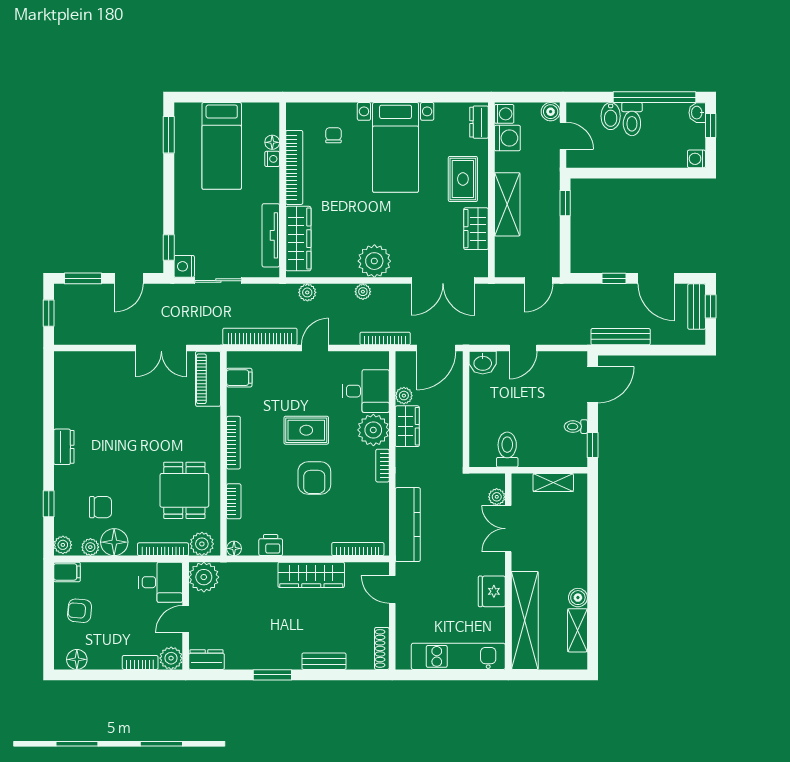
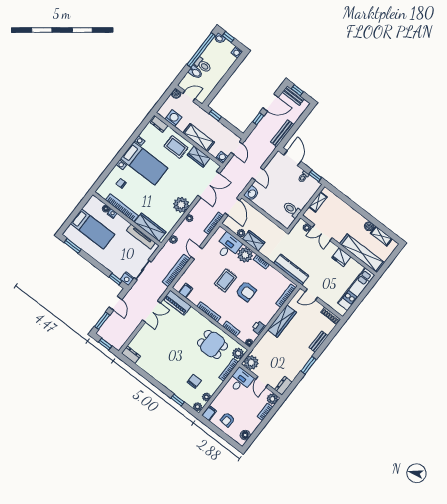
washing machine: (504, 114) -> (222, 157), moved
dresser: (64, 447) -> (131, 355), moved
floor lamp: (114, 542) -> (212, 386), removed

